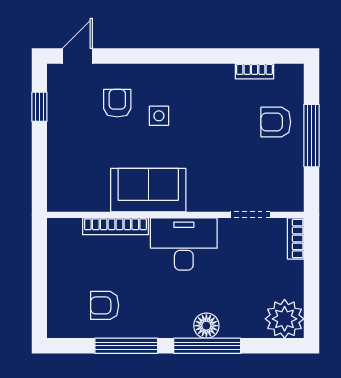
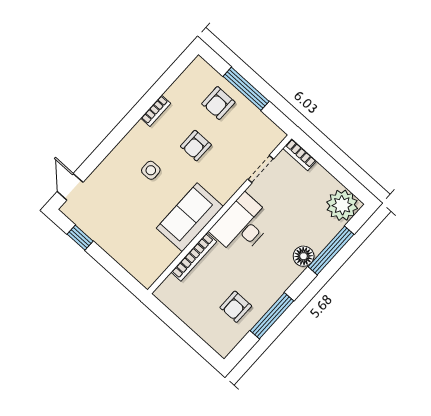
bookcase: (255, 71) -> (156, 111), moved
armchair: (117, 103) -> (196, 146), moved, turned -90
window: (207, 346) -> (331, 250), moved

